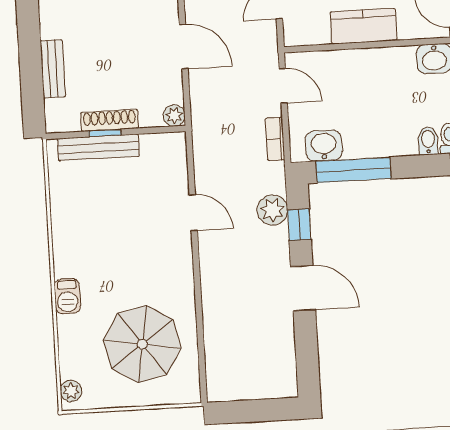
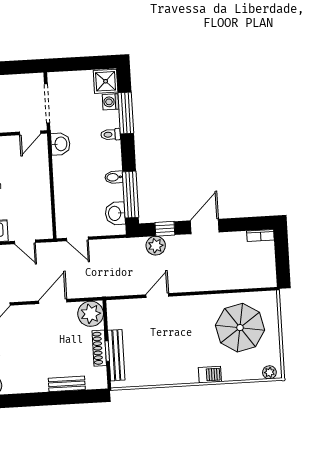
kitchen counter: (363, 26) -> (40, 188), removed
door: (283, 86) -> (77, 239), swing flipped
plant: (174, 116) -> (91, 314), width x1.88, depth x1.88
bookcase: (275, 139) -> (260, 235), moved
bidet: (428, 141) -> (114, 177), moved

